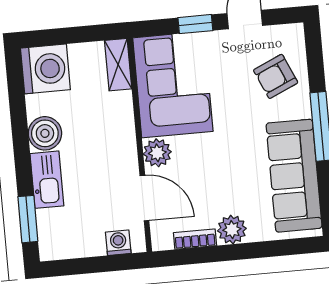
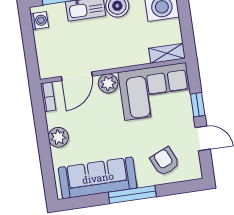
bookcase: (195, 239) -> (48, 97), moved
washing machine: (118, 243) -> (39, 20), moved

